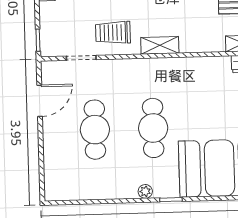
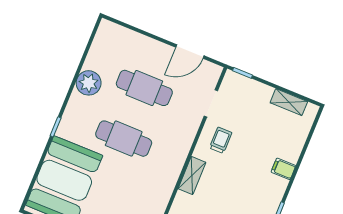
trolley: (113, 33) -> (221, 140), width x0.73, depth x0.72
door: (40, 101) -> (190, 51), hinge flipped
plant: (145, 191) -> (89, 83), moved, width x1.87, depth x1.87

